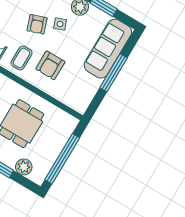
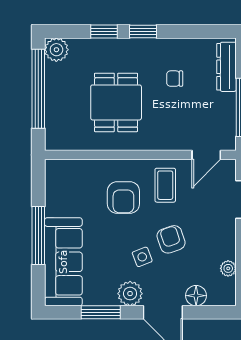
armchair: (50, 65) -> (123, 198), turned 180
plant: (24, 167) -> (56, 50), moved

